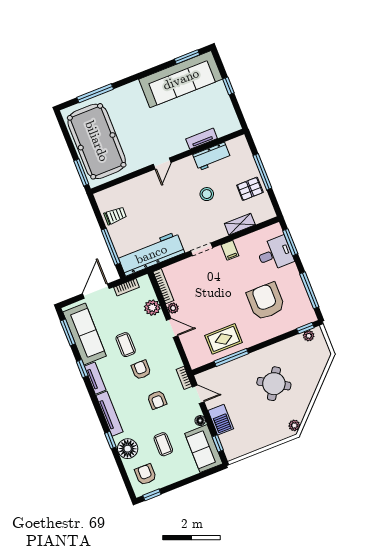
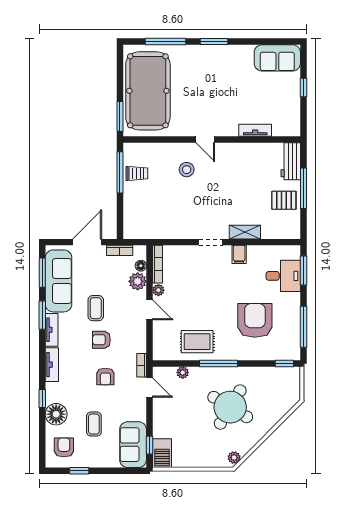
window: (187, 57) -> (214, 42), moved
sofa: (181, 79) -> (277, 58), width x0.54, depth x0.79
workbench: (212, 156) -> (291, 161), moved, turned 90
door: (162, 163) -> (205, 139), hinge flipped
stool: (207, 194) -> (187, 170), moved
shelving: (240, 224) -> (245, 232), moved
window: (111, 247) -> (120, 172), moved
workbench: (151, 254) -> (158, 226), removed
plant: (309, 336) -> (183, 373), moved
window: (231, 357) -> (218, 363), moved
window: (82, 369) -> (42, 315), width x1.50
armchair: (141, 370) -> (101, 340), turned -90
round table: (274, 384) -> (230, 407), width x1.36, depth x1.36
tv unit: (109, 414) -> (52, 365), width x0.71
barbecue: (221, 420) -> (162, 453), moved
floor lamp: (200, 421) -> (141, 266), moved
window: (152, 495) -> (79, 471), moved

